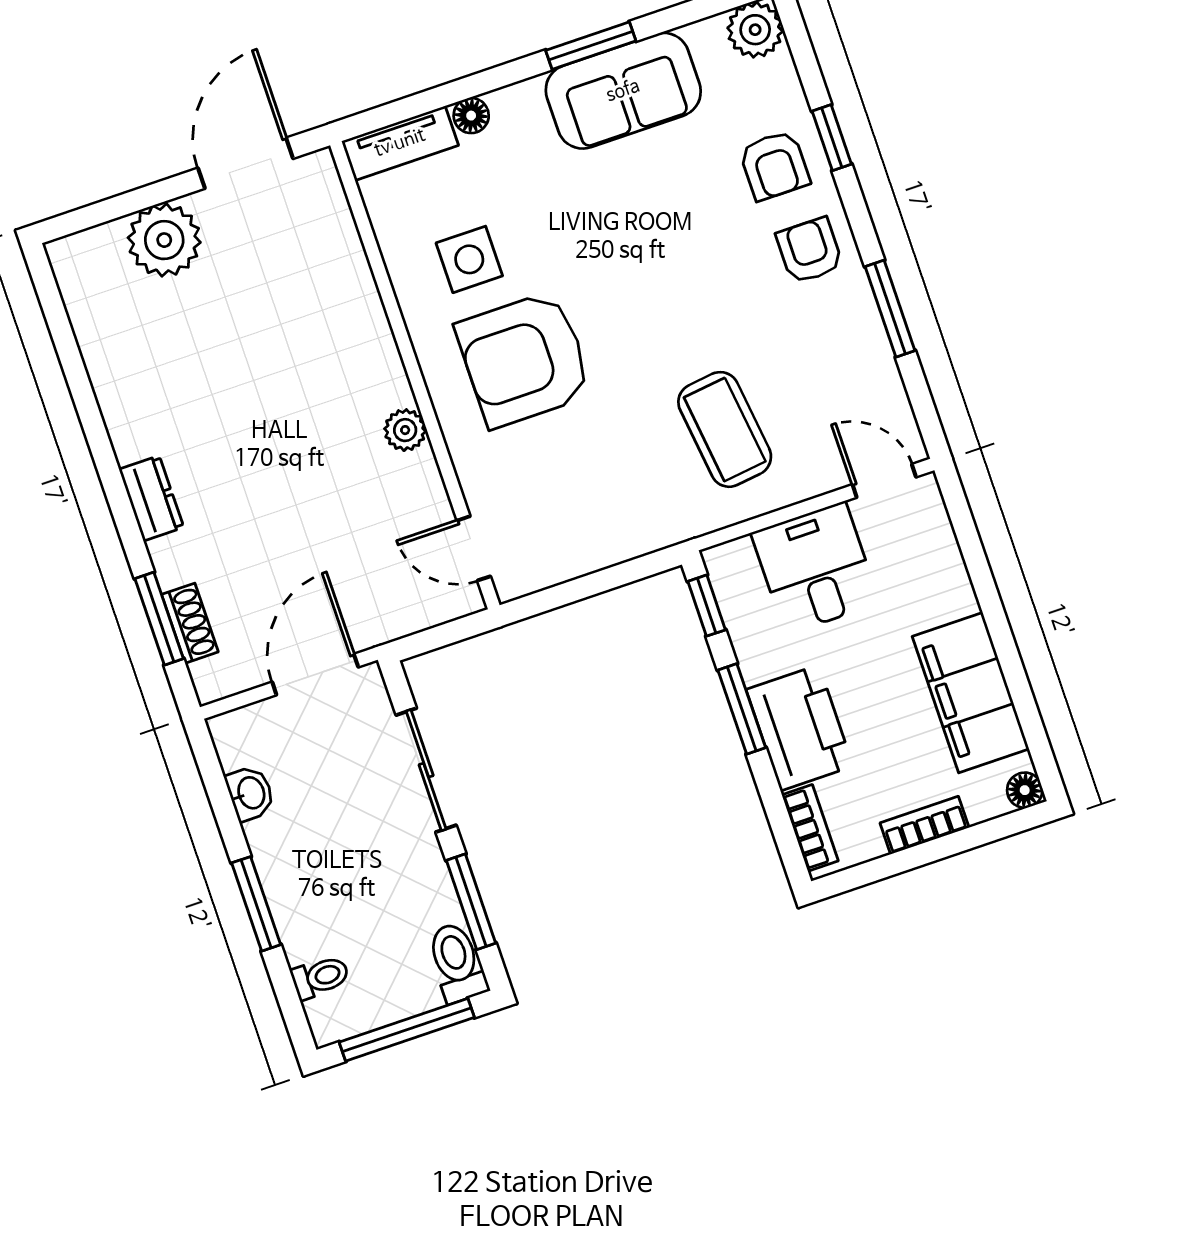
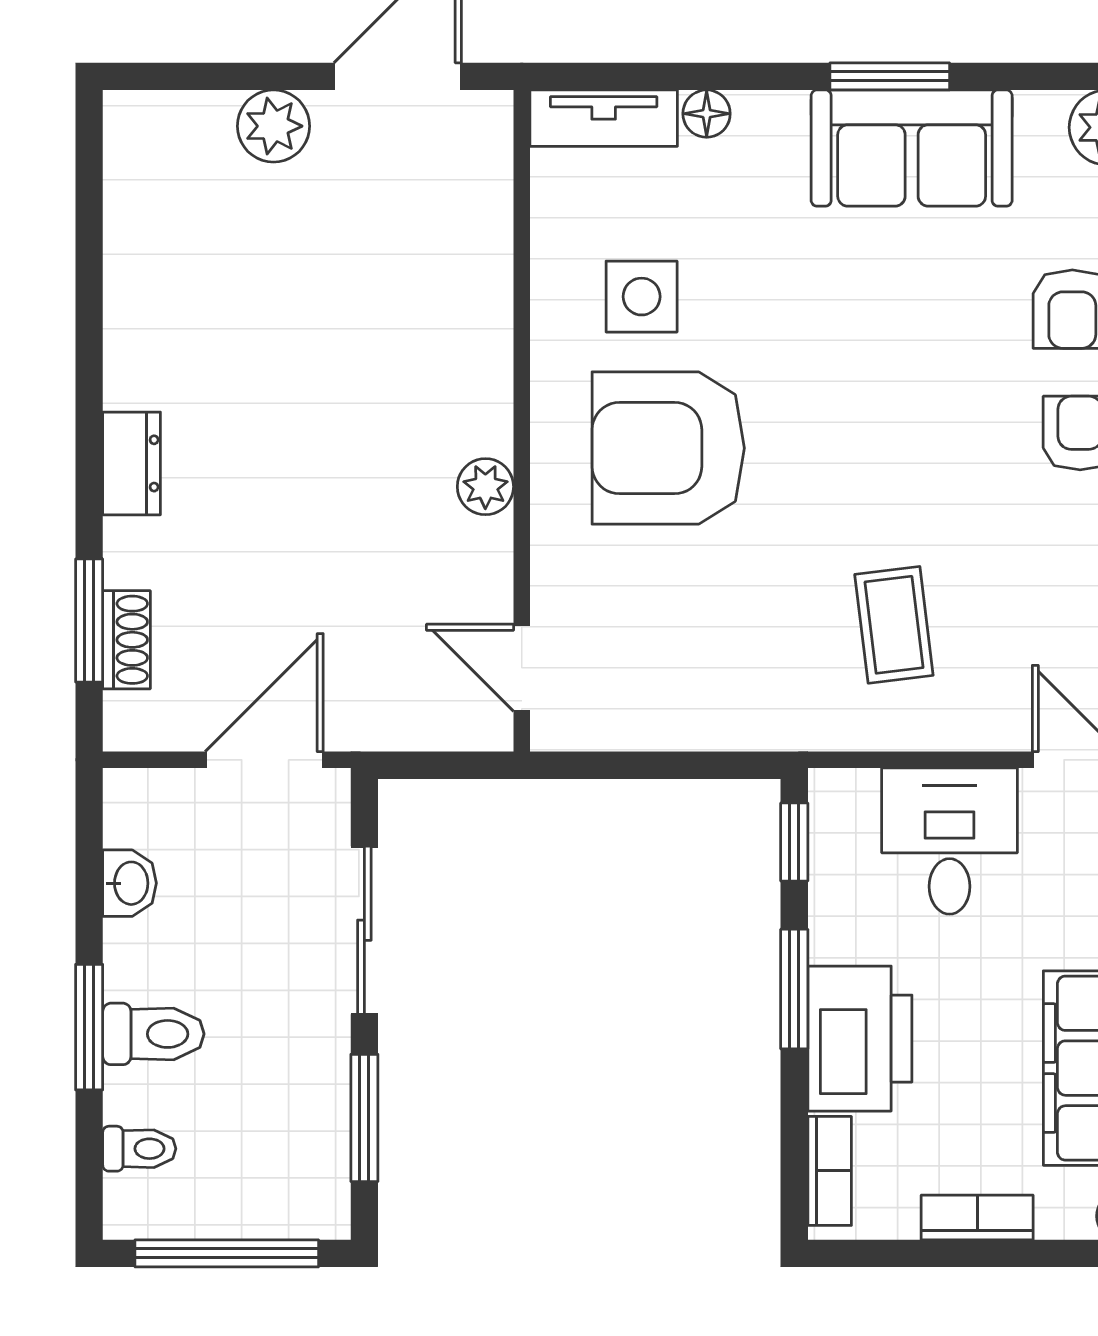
plant: (164, 240) -> (273, 126), width x0.73, depth x0.73
coffee table: (725, 429) -> (894, 625), width x0.73, depth x0.77
toilet: (457, 962) -> (153, 1034), moved, turned 90

